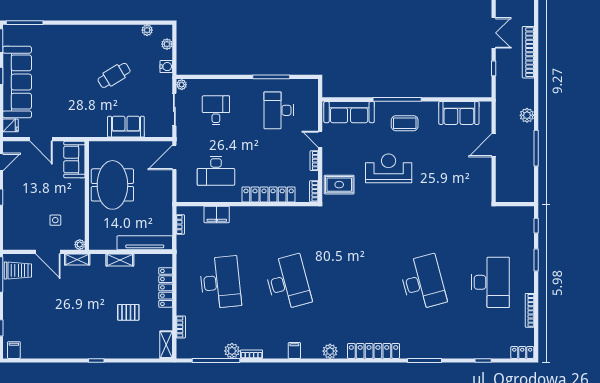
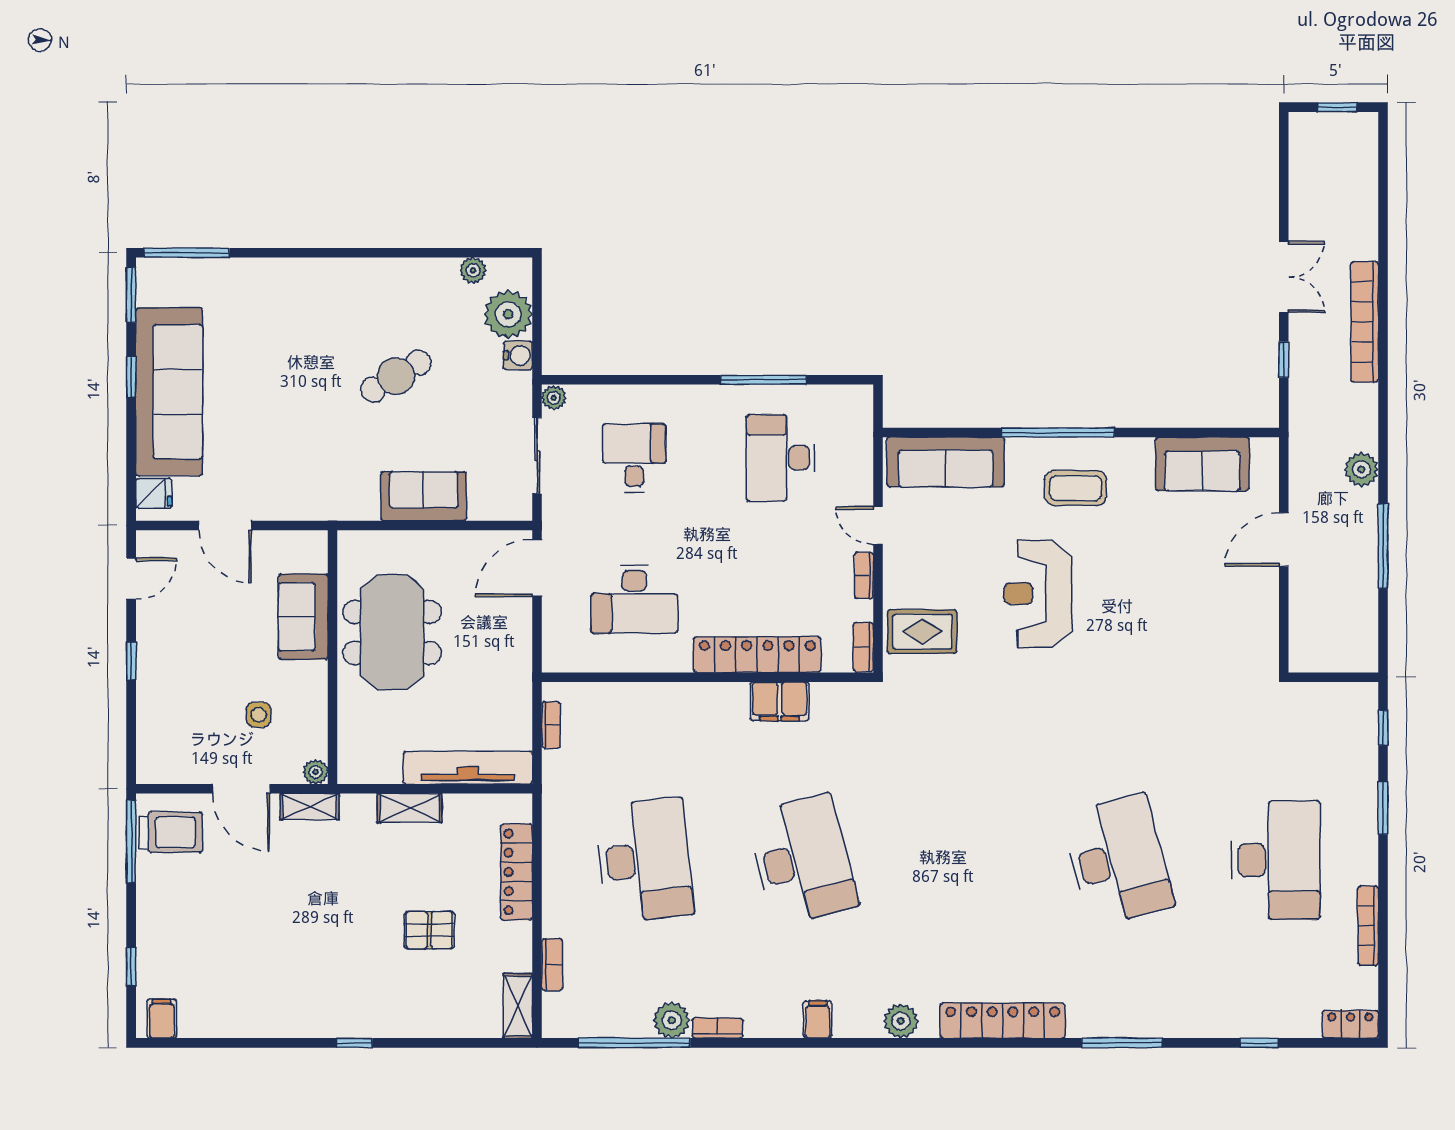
plant: (167, 44) -> (508, 314), width x1.88, depth x1.88
sofa: (74, 159) -> (303, 617), moved
reception desk: (389, 168) -> (1038, 594), turned -90
filing cabinet: (217, 214) -> (780, 701), moved

